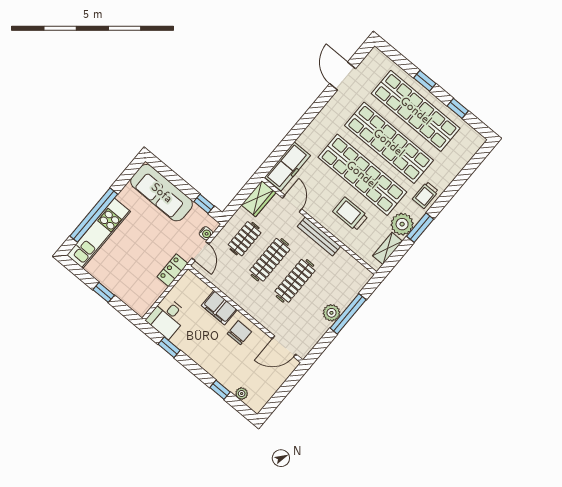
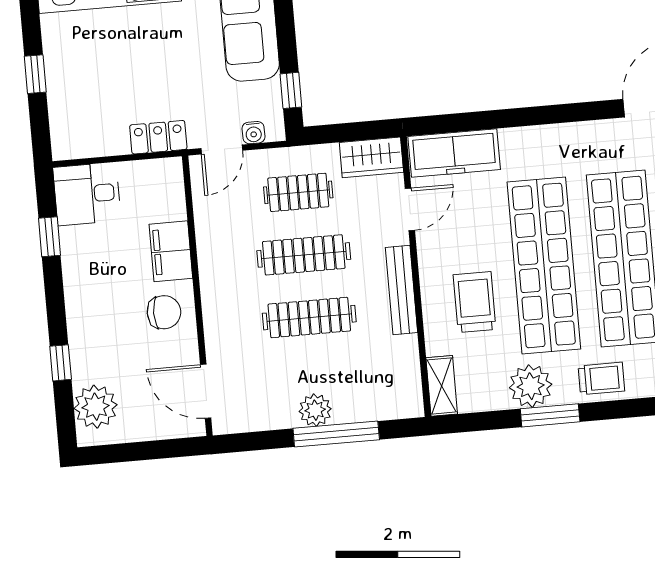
trolley: (425, 195) -> (601, 378), turned 180
shelving: (387, 248) -> (442, 386), moved, turned 90
plant: (242, 394) -> (96, 407), width x1.87, depth x1.87

